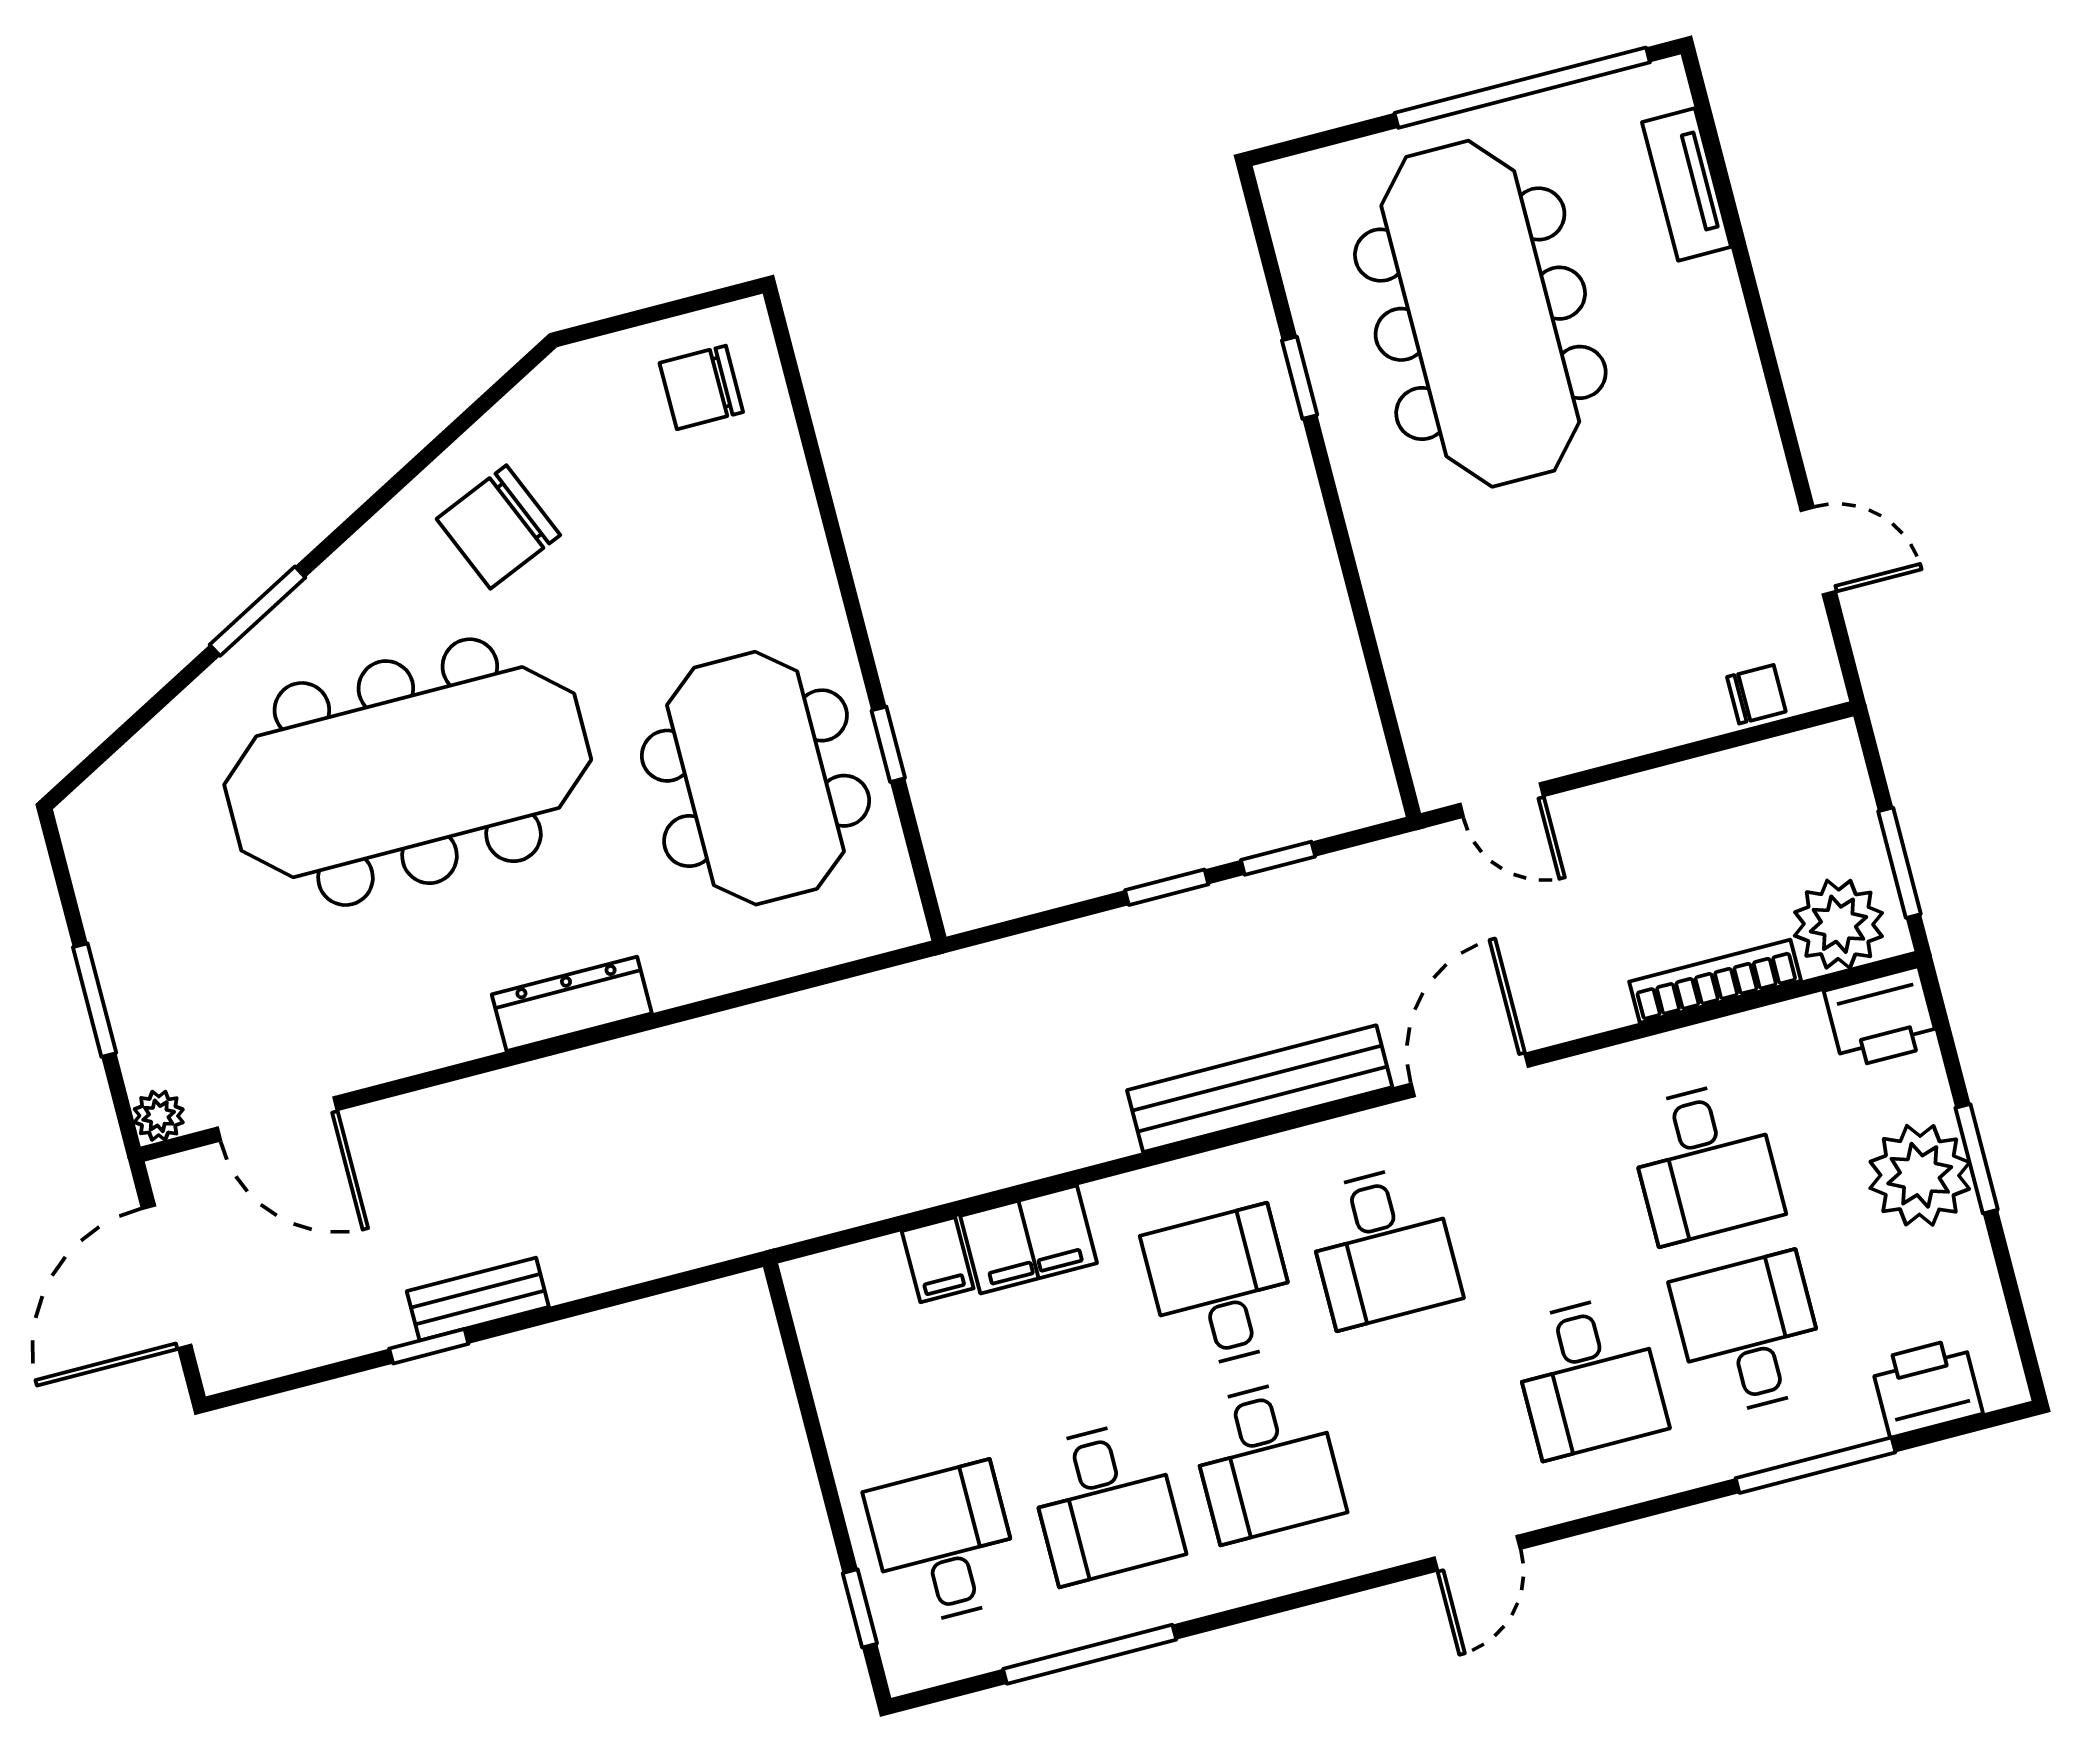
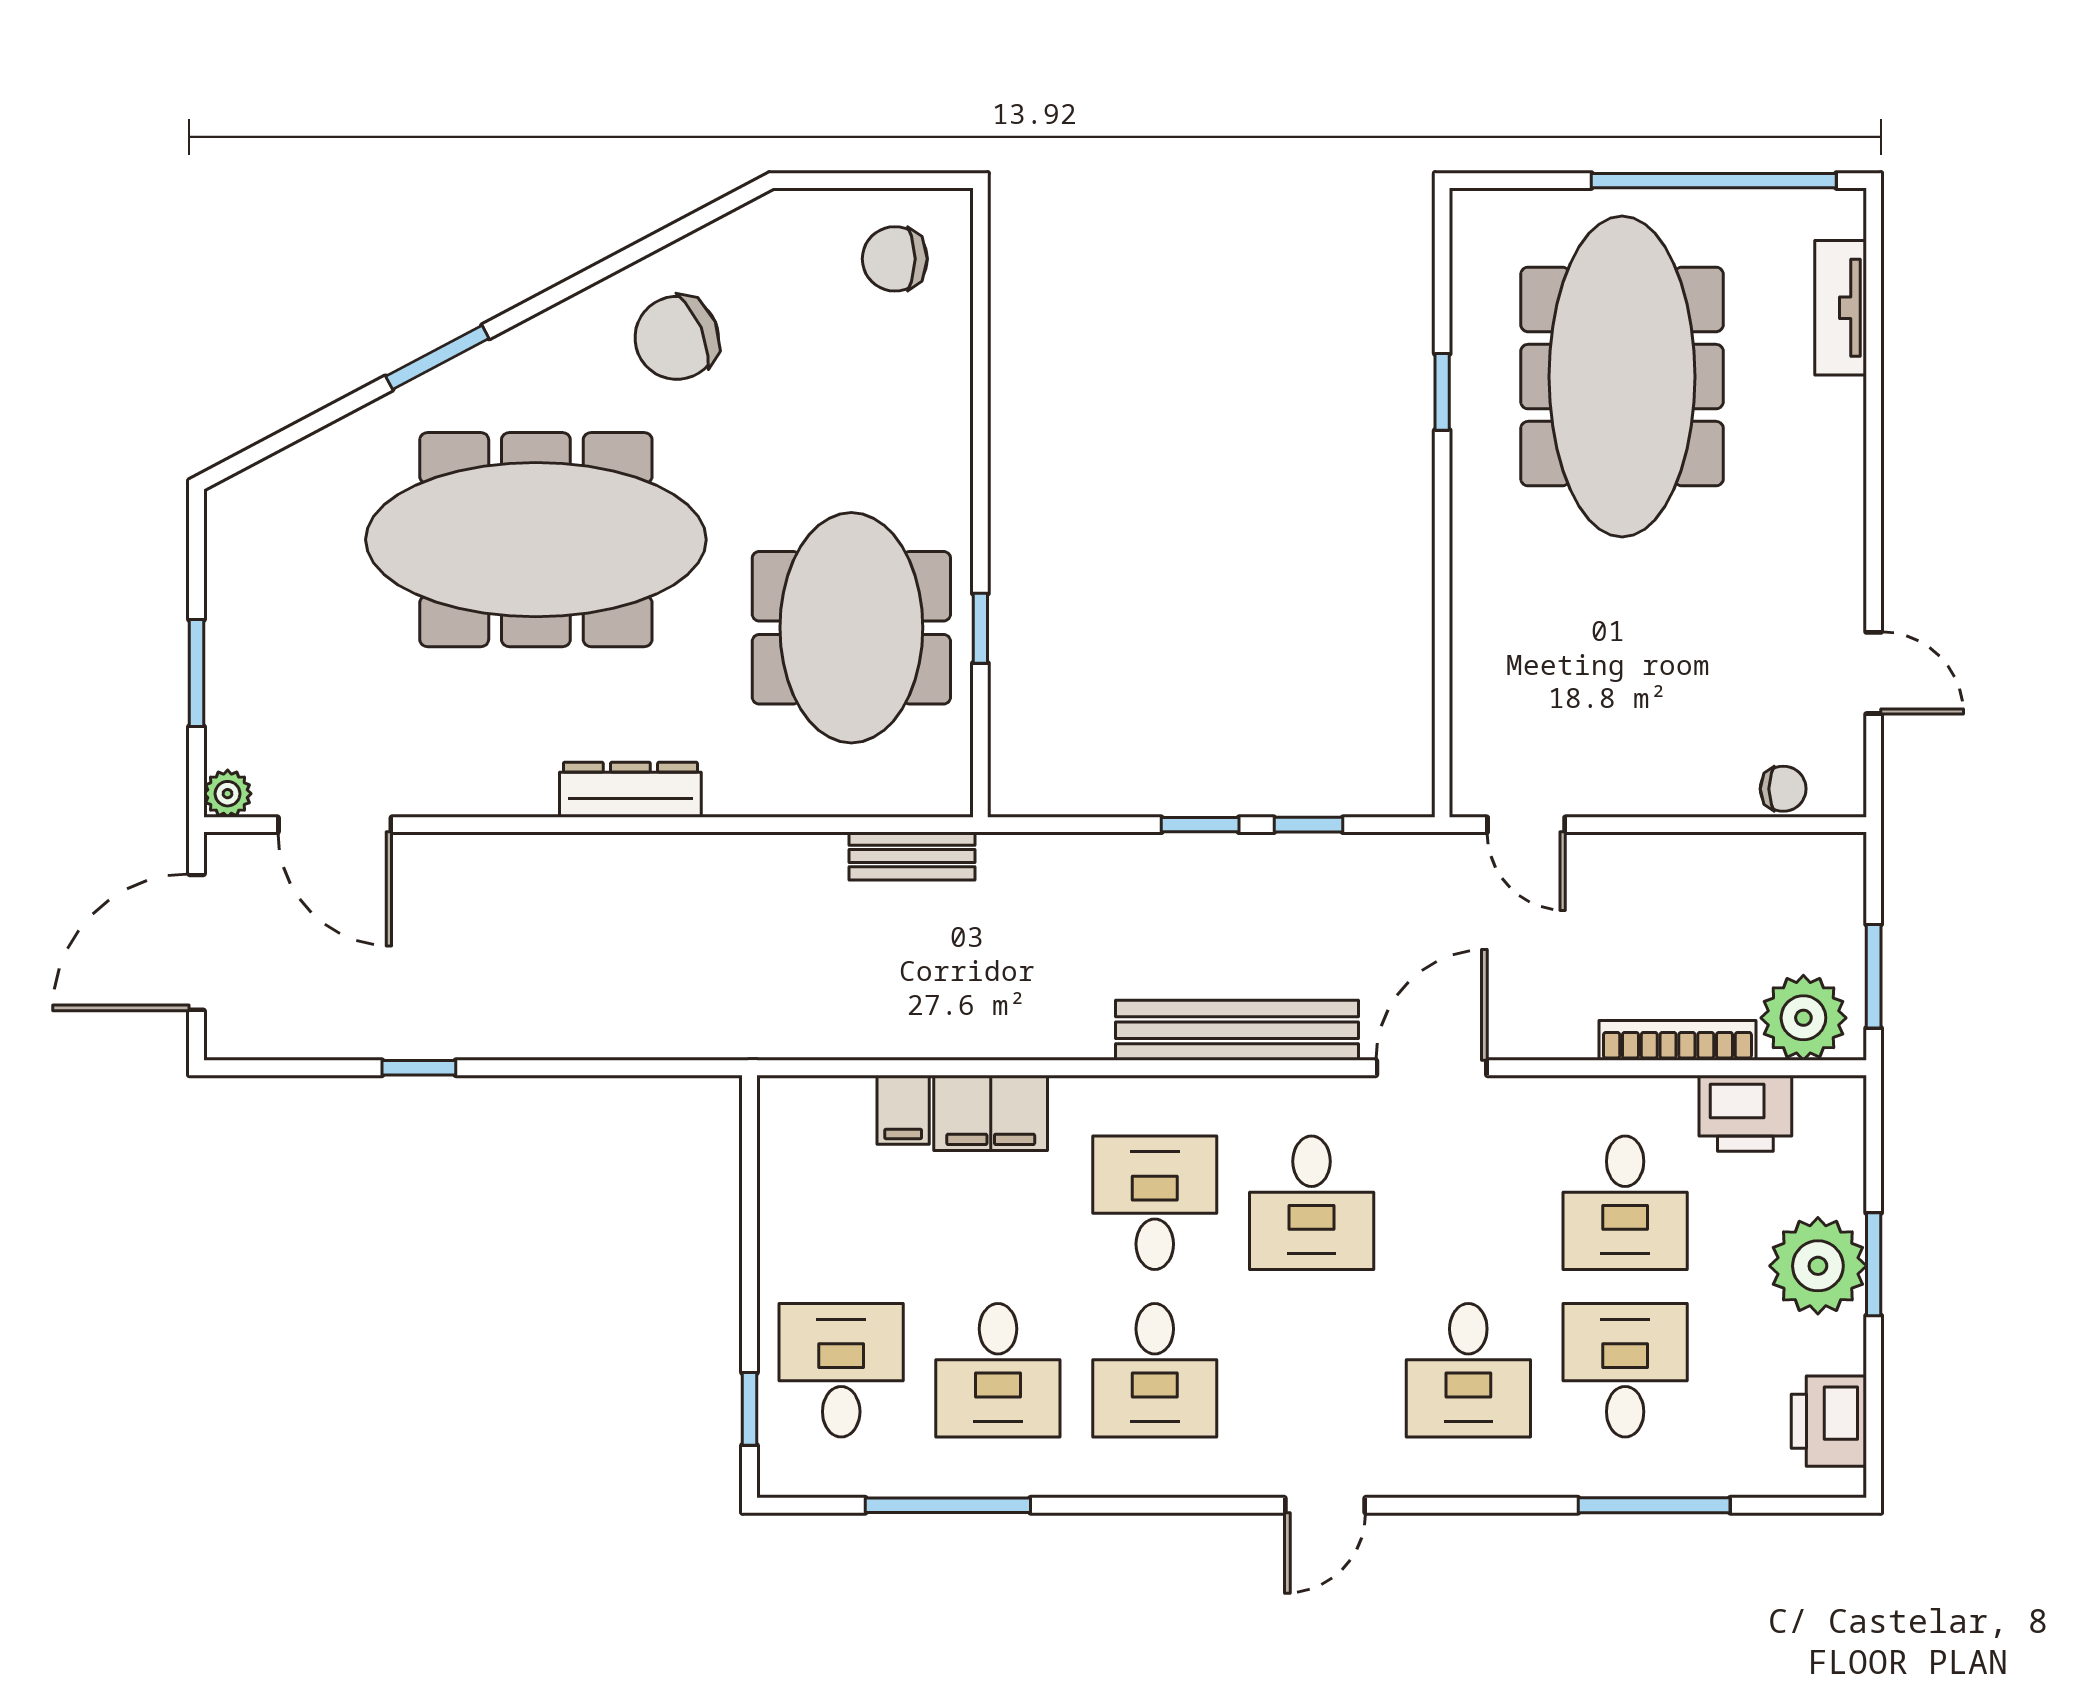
printer: (1881, 1018) -> (1745, 1113), moved
bench: (478, 1299) -> (912, 856), moved
printer: (1927, 1387) -> (1829, 1421), moved, turned -90

